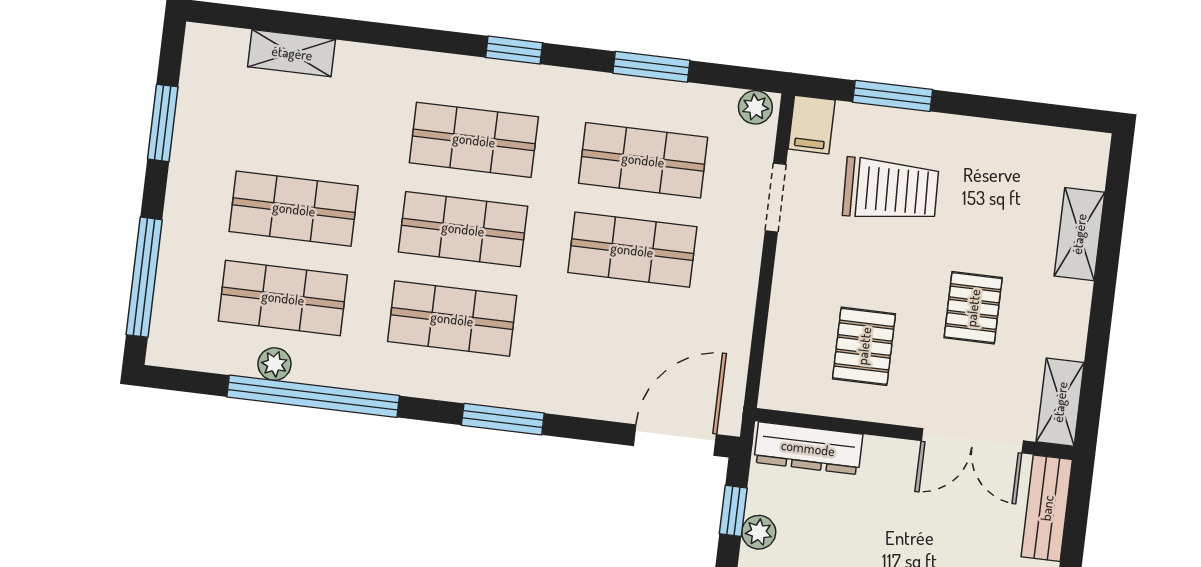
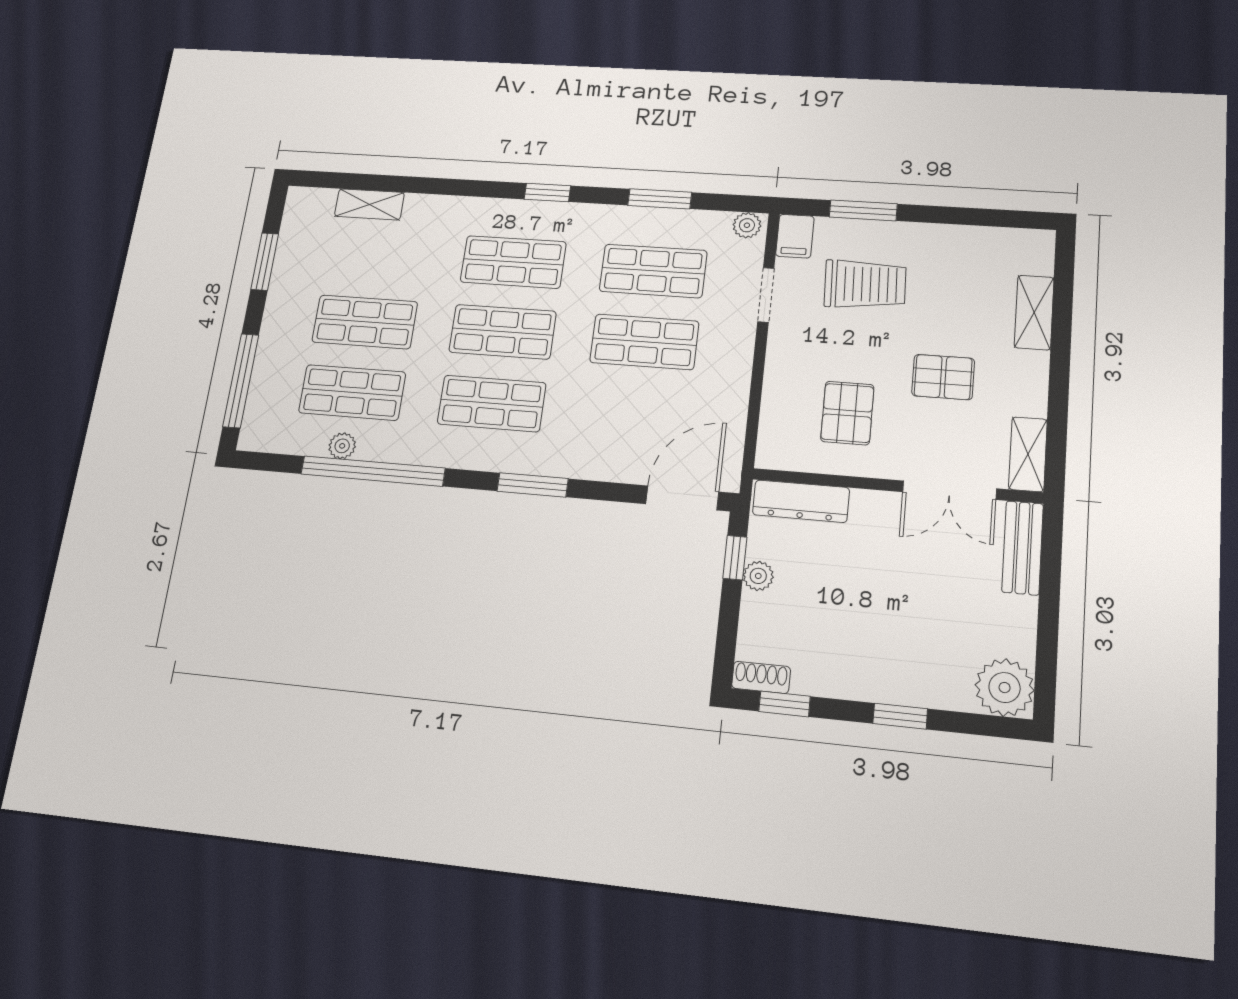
pallet: (973, 308) -> (943, 377), turned 90

